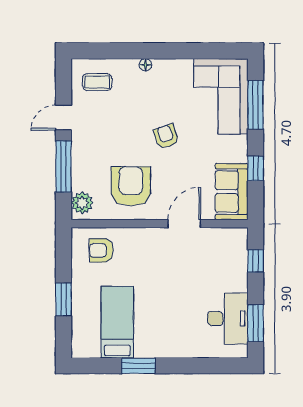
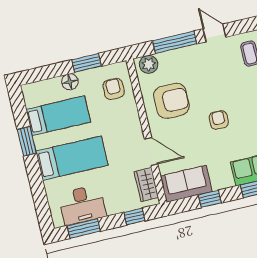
armchair: (166, 136) -> (219, 120), turned -71
wardrobe: (221, 238) -> (146, 185), added
floor lamp: (81, 299) -> (70, 82), added
window: (64, 300) -> (87, 63), moved
bed: (170, 318) -> (72, 158), added

